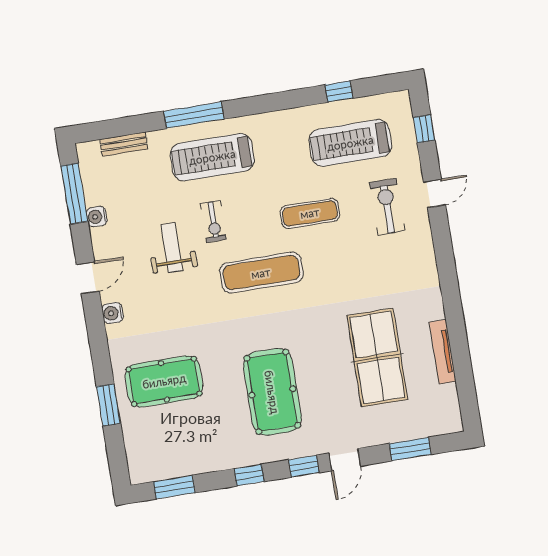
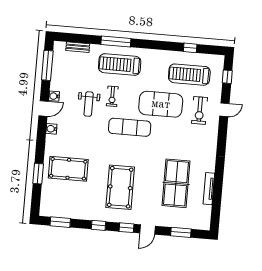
exercise bike: (387, 207) -> (200, 110), turned 180
exercise mat: (310, 213) -> (161, 104), width x2.00, depth x1.45
water cooler: (97, 217) -> (54, 96), moved
weight bench: (172, 248) -> (89, 104), turned 180

